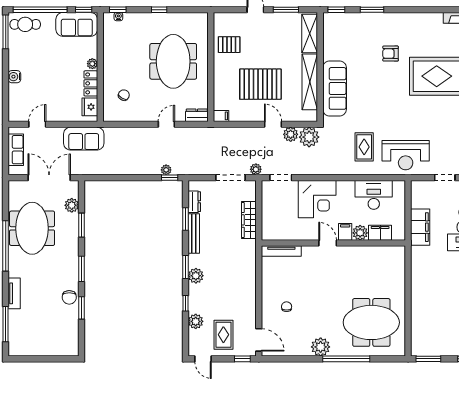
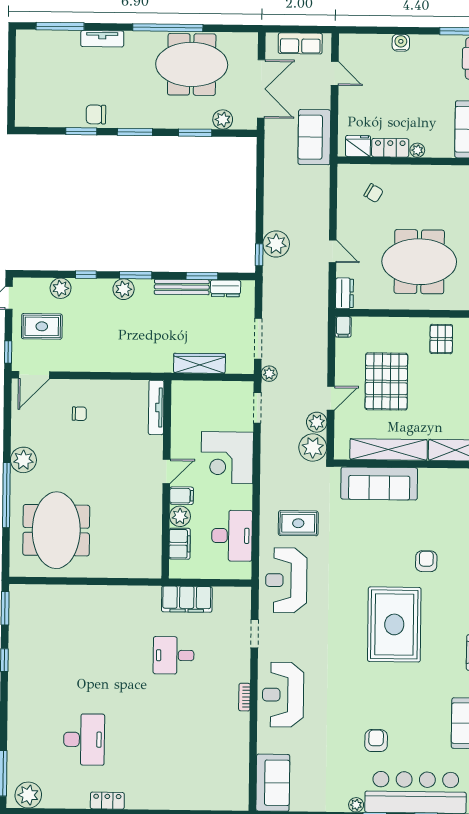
plant: (166, 170) -> (276, 244), width x1.87, depth x1.87

